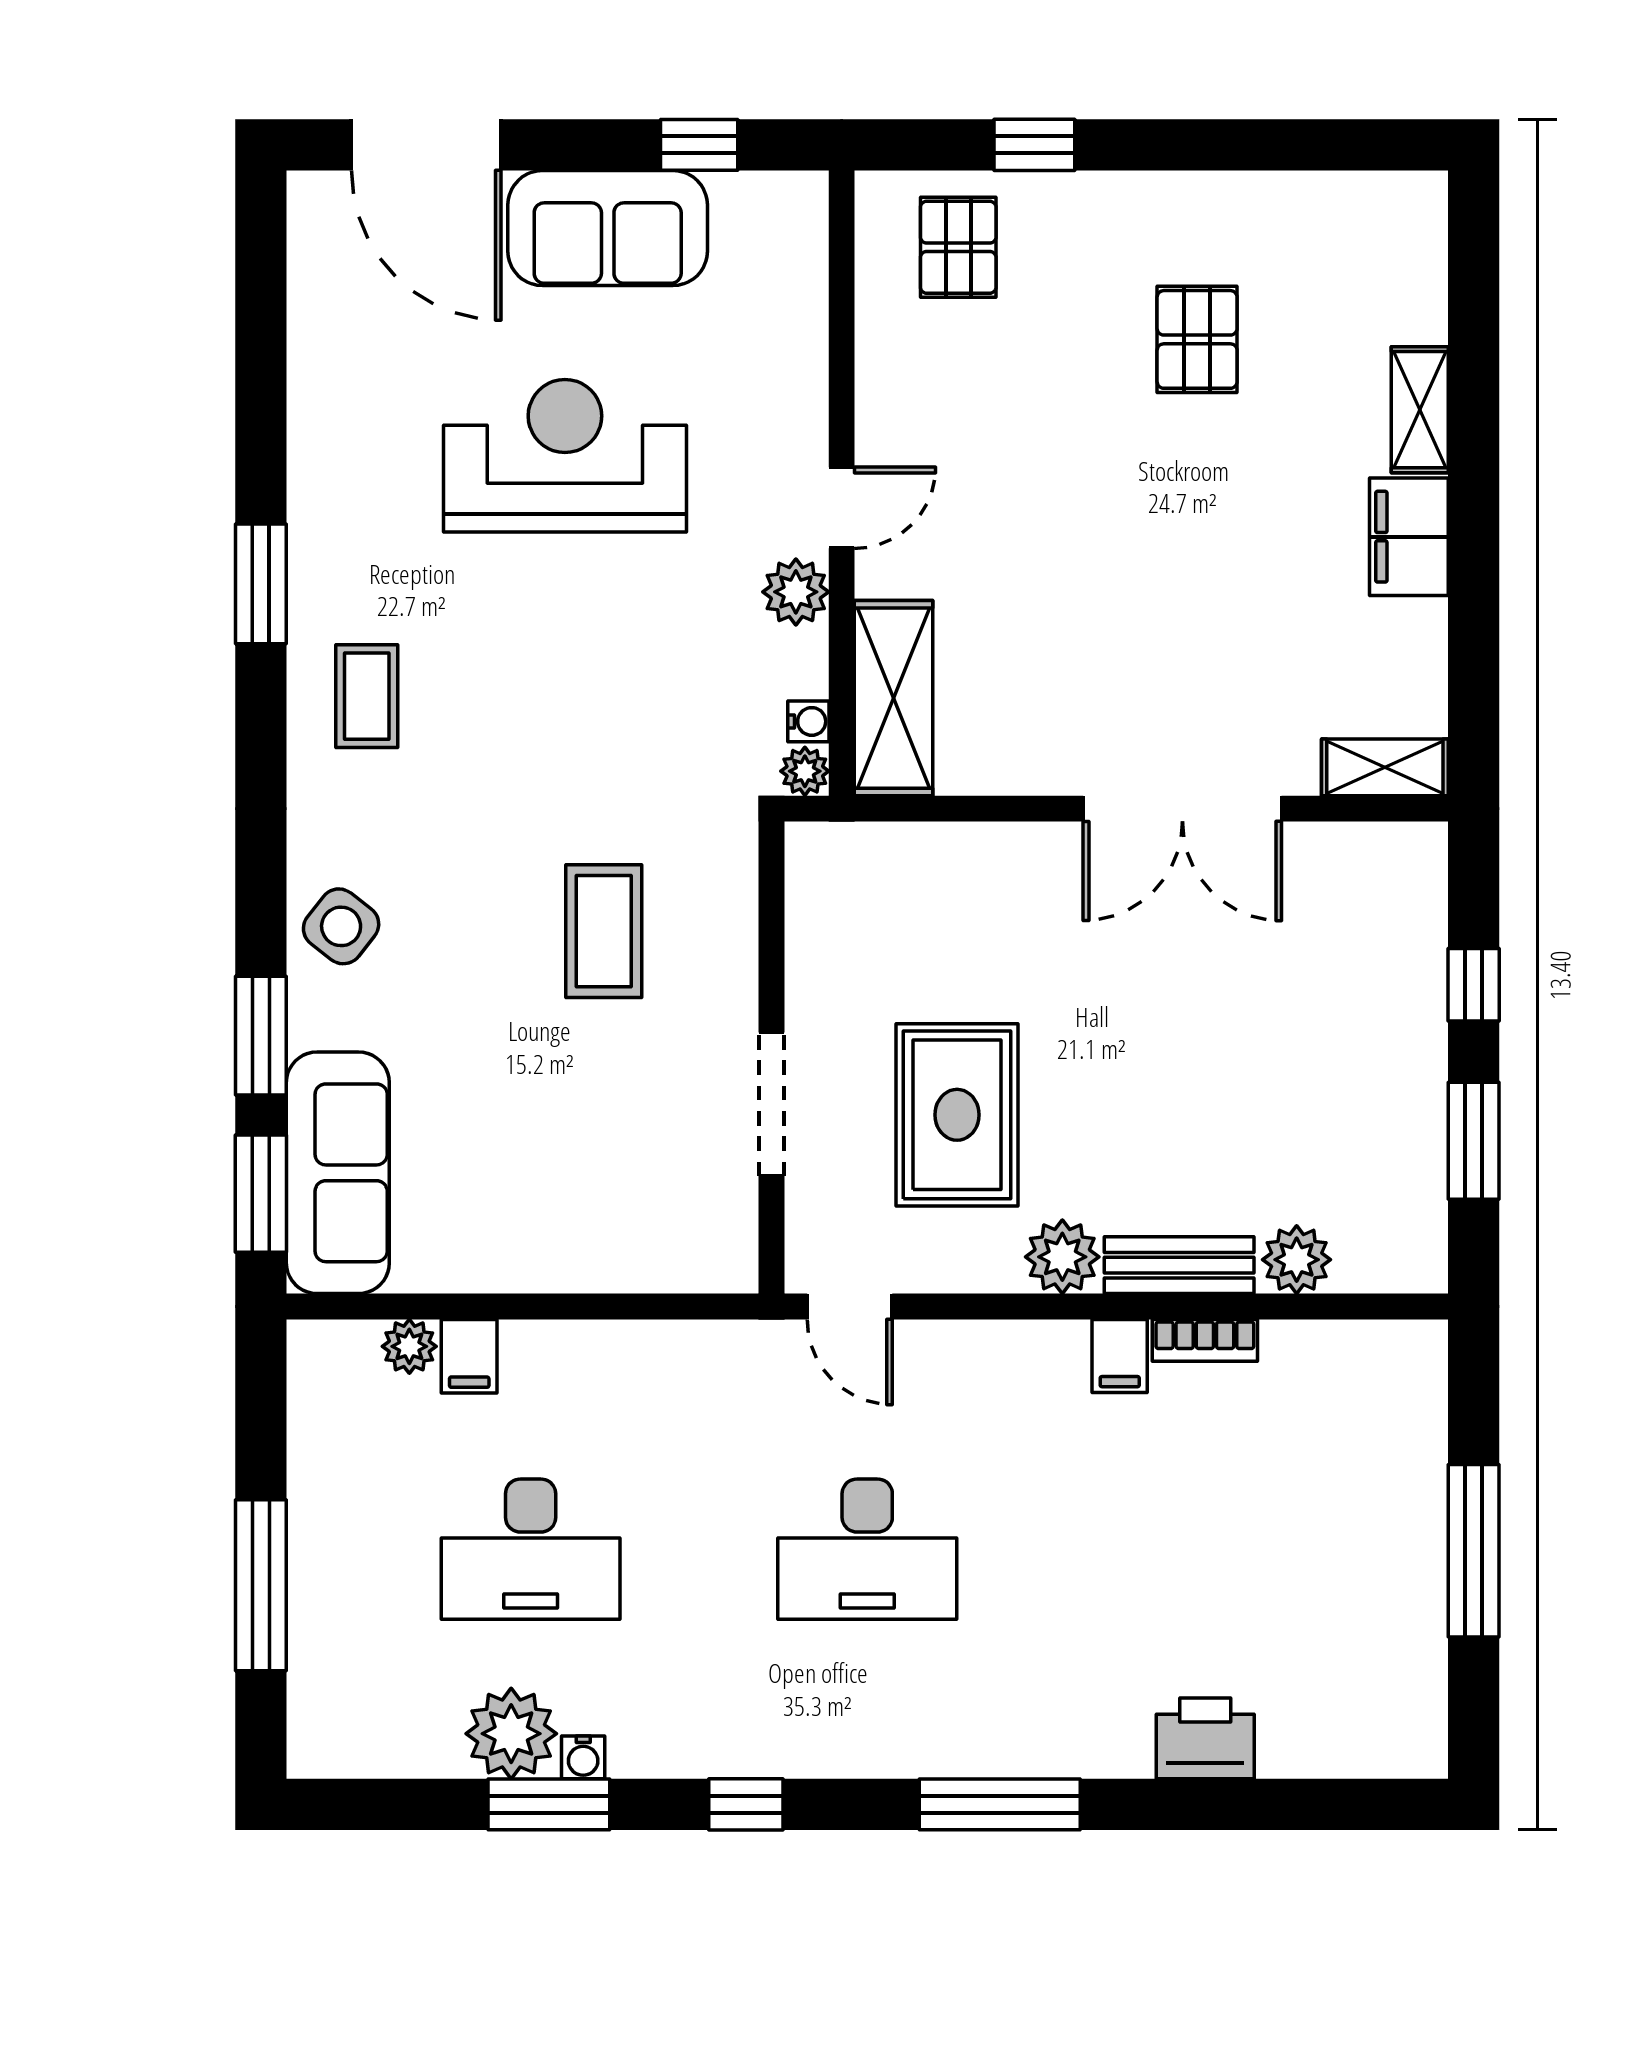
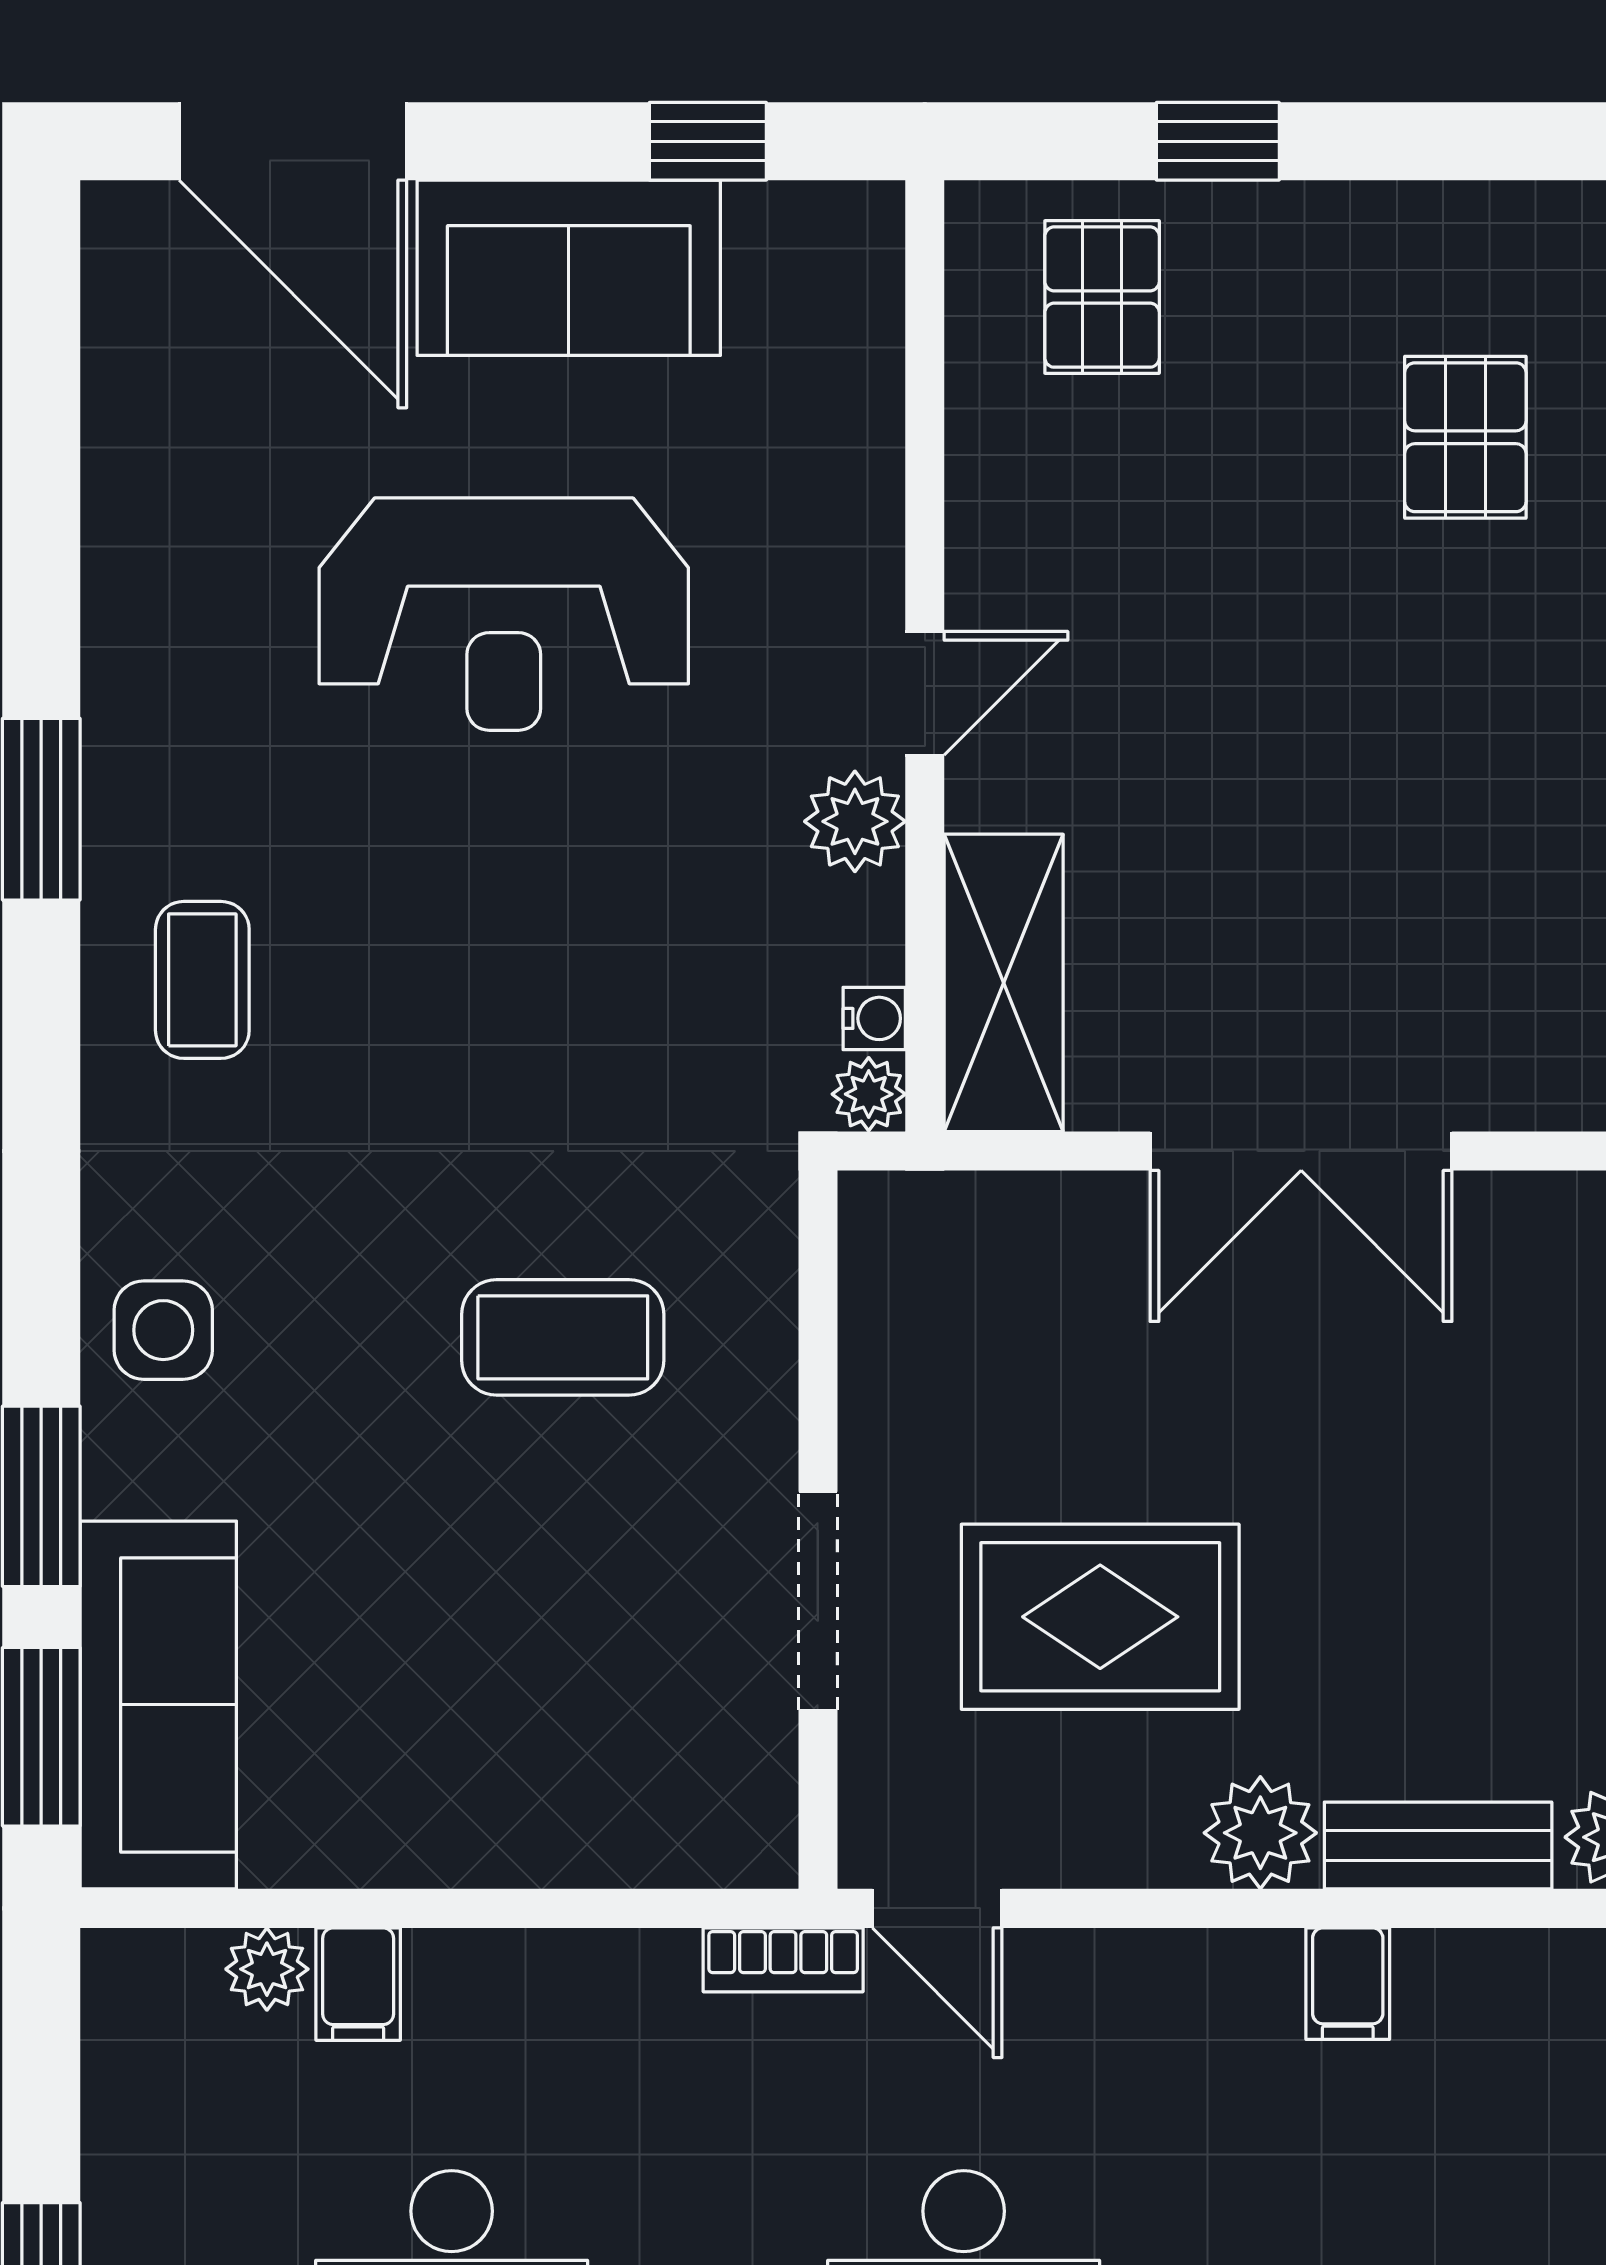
reception desk: (565, 456) -> (504, 614), turned 180
double door: (1182, 809) -> (1301, 1151), moved
side table: (341, 926) -> (163, 1330), turned -38
coffee table: (604, 931) -> (563, 1337), turned 90
rug: (957, 1115) -> (1100, 1617), turned 90
bookcase: (1205, 1340) -> (783, 1960), moved

